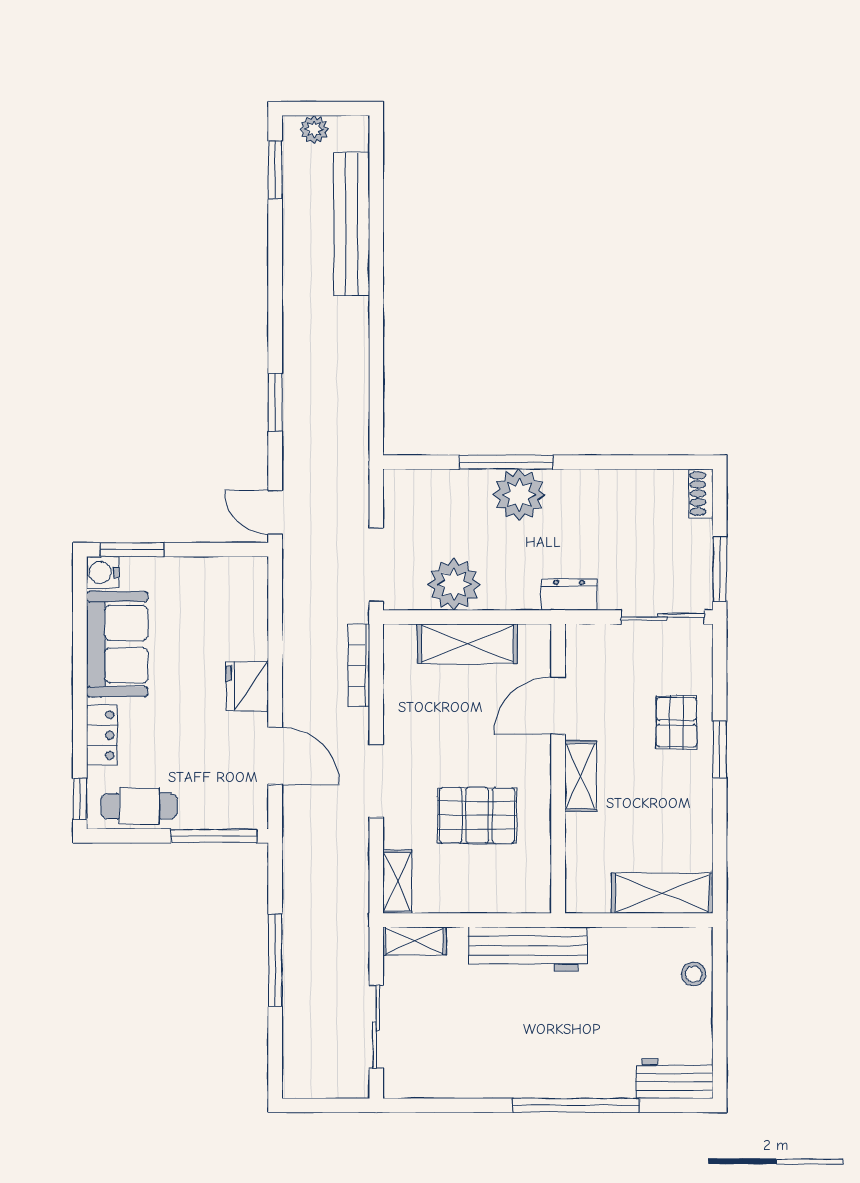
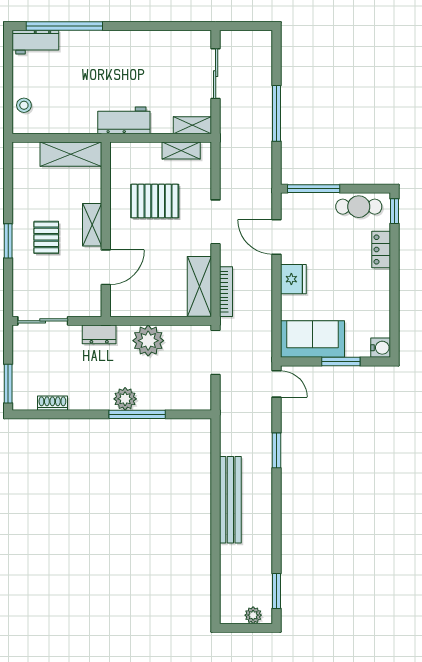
bench: (352, 224) -> (230, 500), moved
shoe rack: (701, 493) -> (52, 403), moved, turned -90
plant: (519, 495) -> (125, 399), width x0.73, depth x0.73
window: (132, 550) -> (341, 361), moved
window: (720, 569) -> (8, 384), moved
plant: (454, 584) -> (148, 341), moved
sofa: (117, 644) -> (313, 339), moved, turned 90
shelving: (467, 644) -> (199, 286), moved, turned 90
pallet: (676, 722) -> (46, 237), moved
shelving: (397, 882) -> (181, 150), moved, turned 90
shelving: (662, 893) -> (71, 154), moved
workbench: (528, 949) -> (124, 120), width x0.73
window: (576, 1105) -> (64, 26), moved

